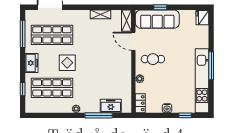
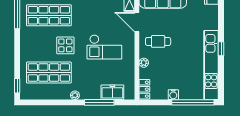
freezer: (32, 63) -> (27, 46), removed
checkout: (103, 64) -> (104, 47), added
window: (211, 66) -> (221, 49), width x0.46
window: (23, 89) -> (17, 86), moved
window: (185, 115) -> (193, 102), width x3.17

